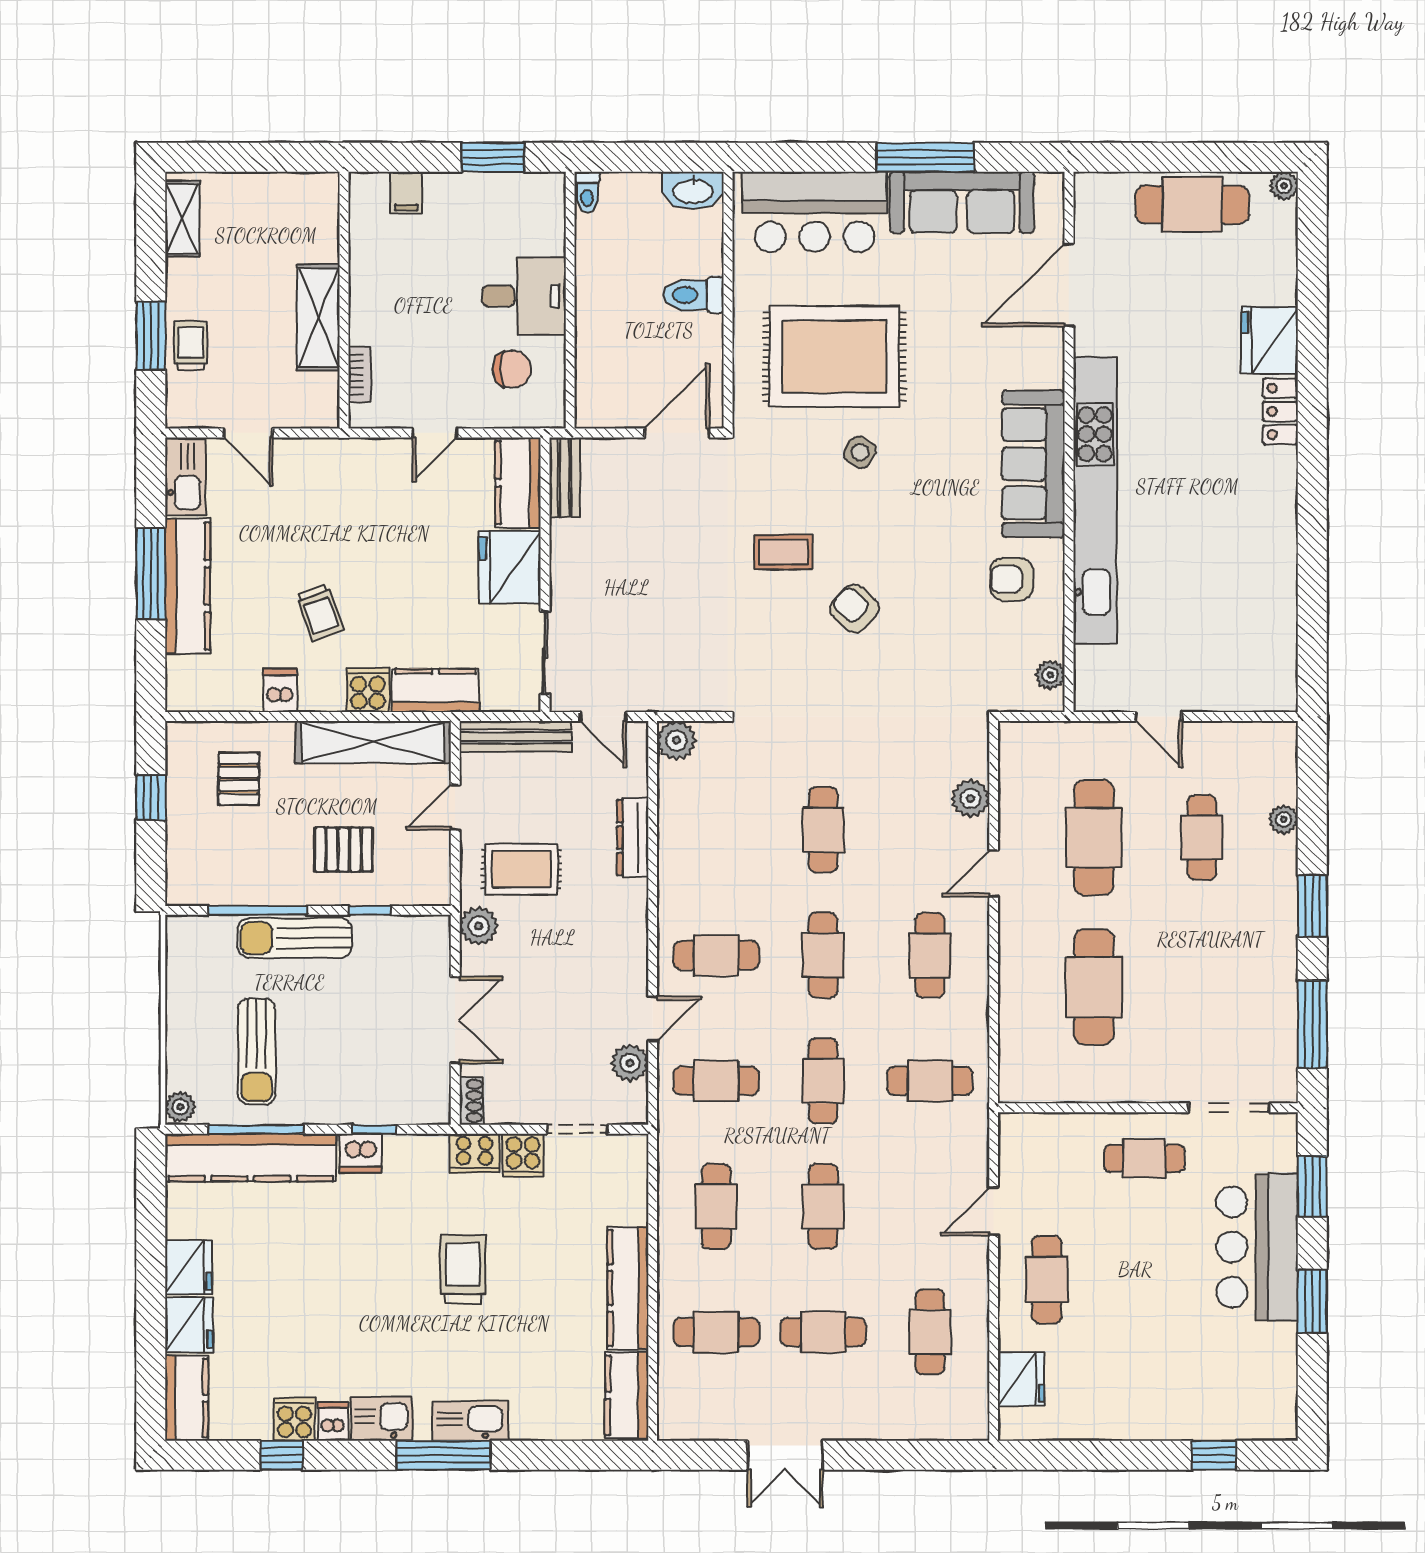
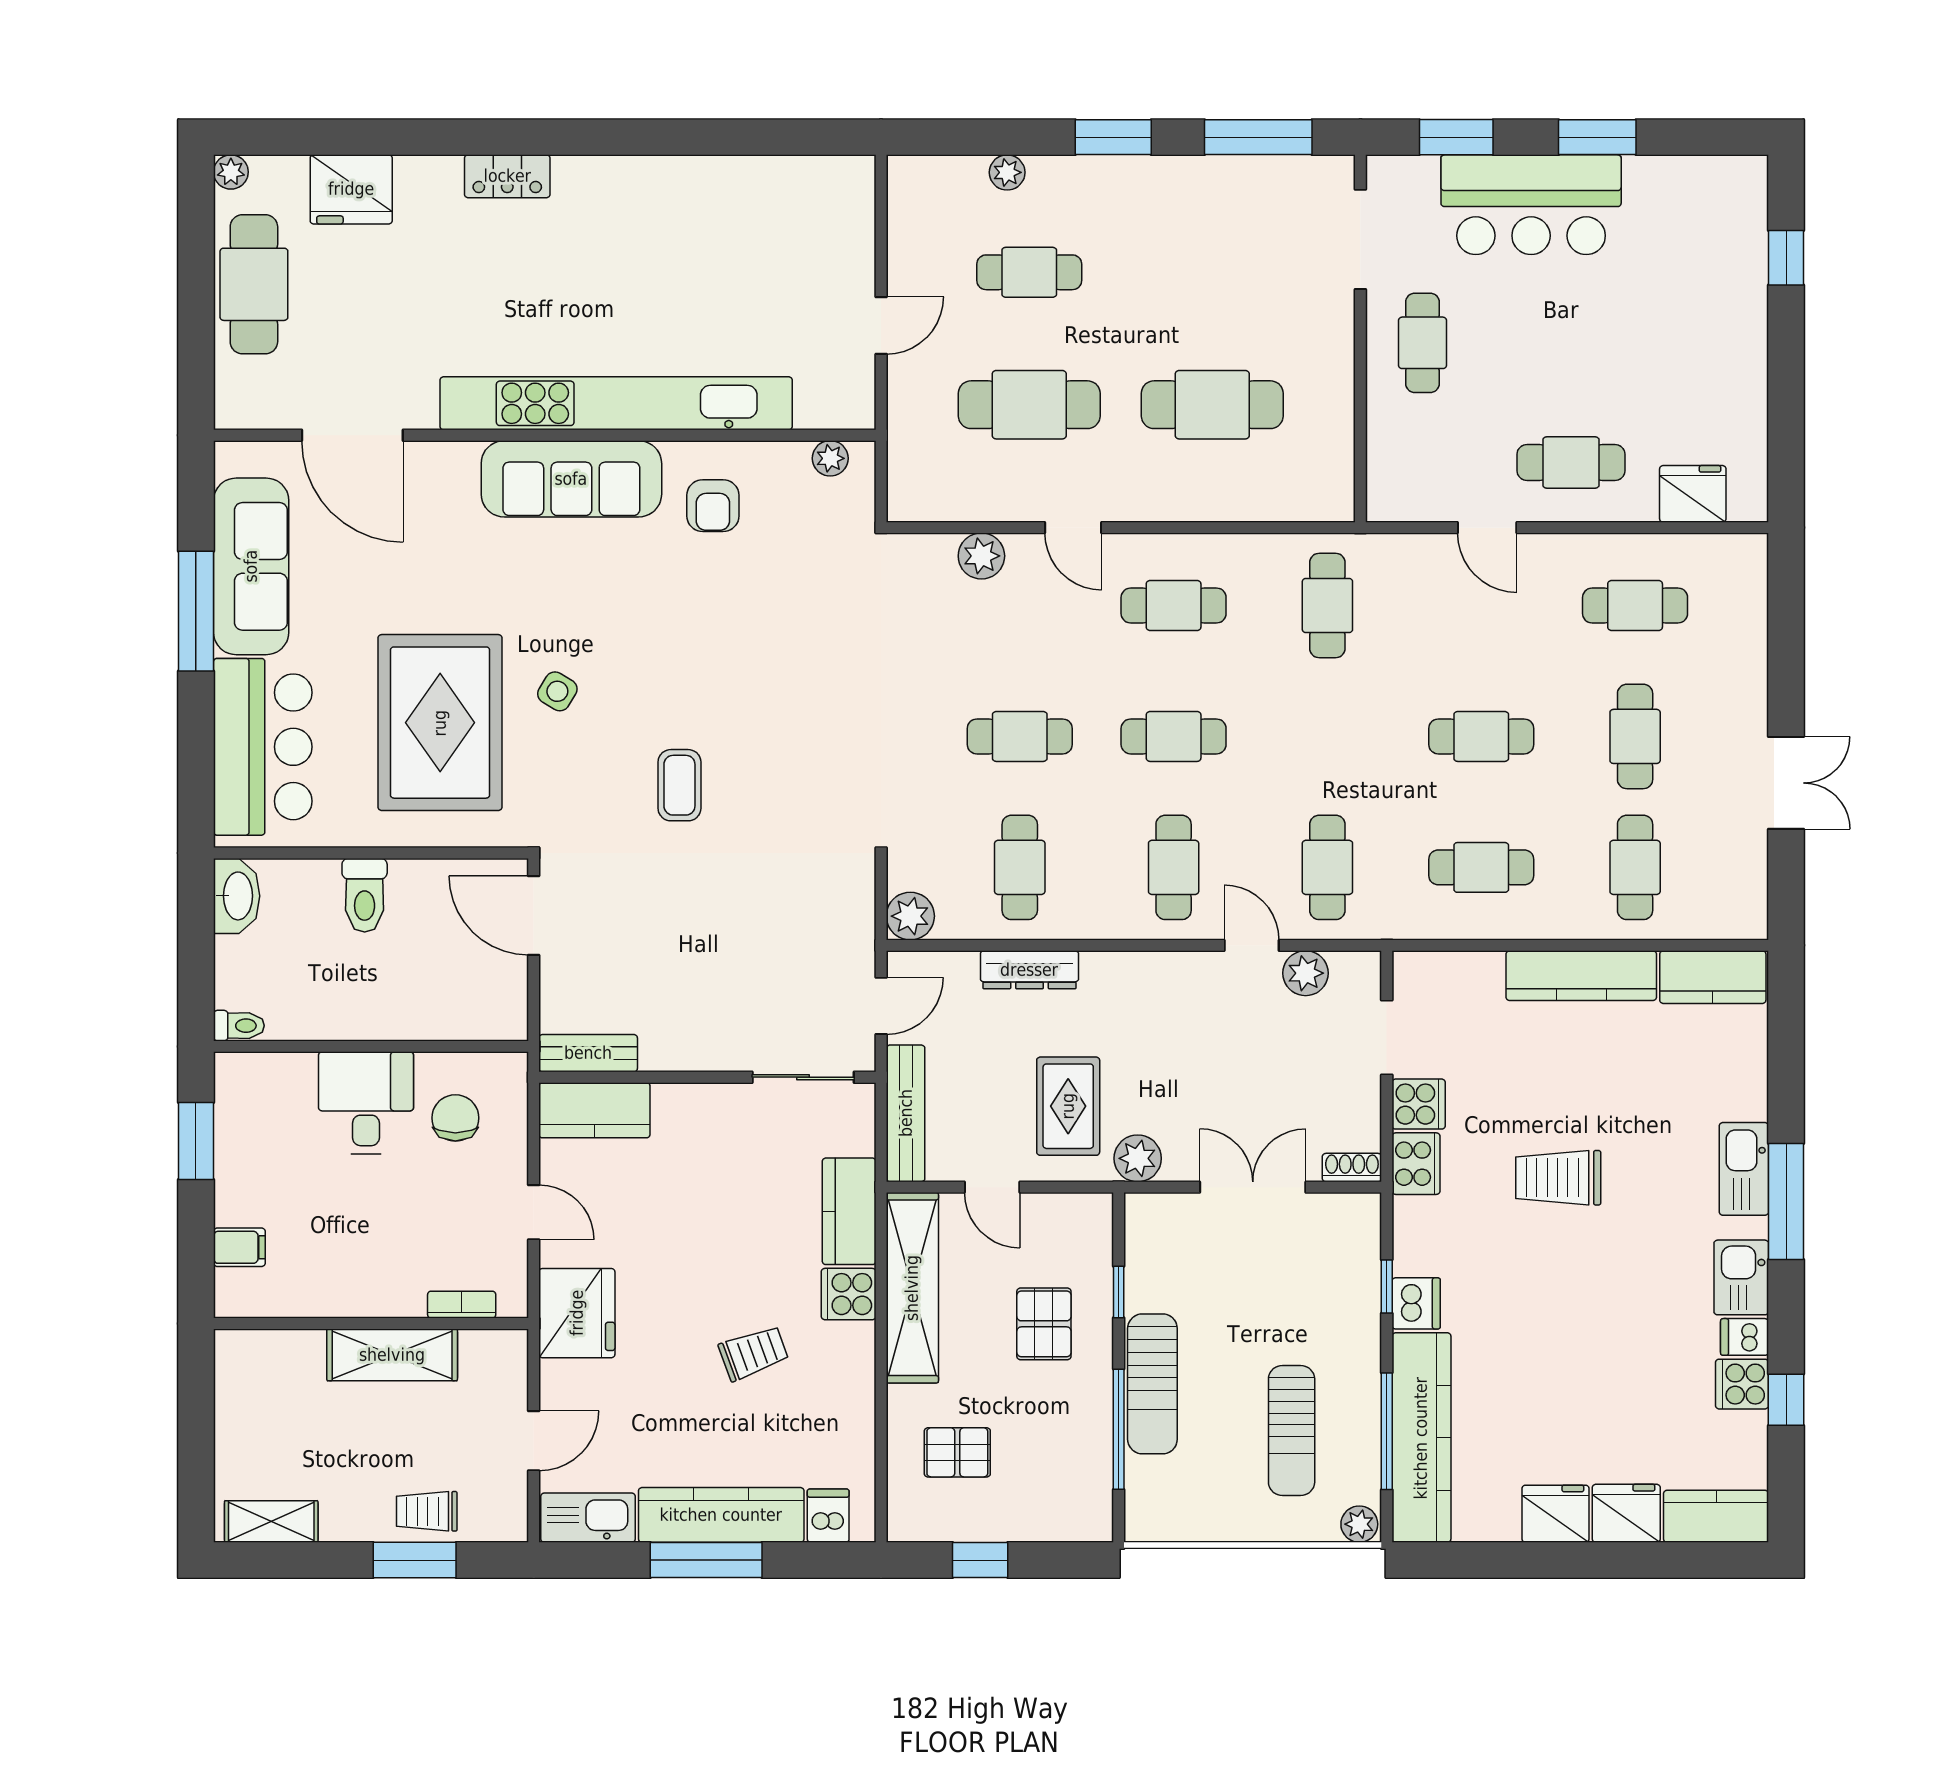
fridge: (1270, 340) -> (351, 189), moved
fridge: (510, 567) -> (577, 1313), moved, turned -90
armchair: (854, 608) -> (749, 698), removed
dishwasher: (280, 690) -> (828, 1516), moved, turned 90
sun lounger: (257, 1052) -> (1292, 1431), turned 90
cafe table: (823, 1081) -> (1020, 867), moved, turned 90

